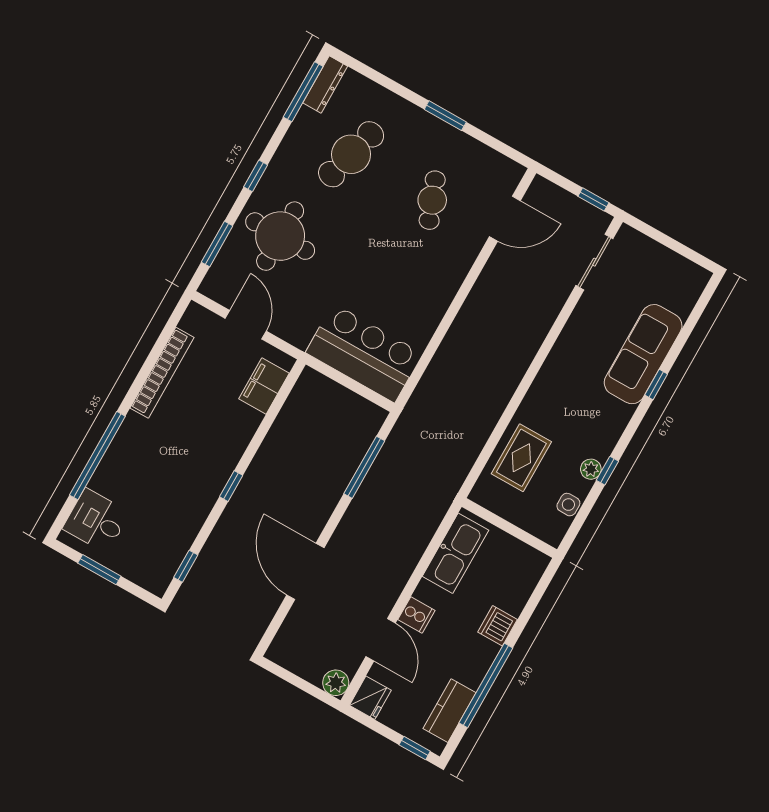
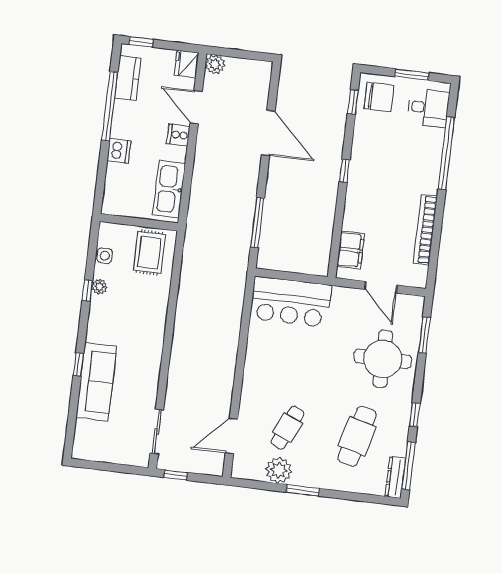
plant: (465, 153) -> (279, 470), added
window: (256, 176) -> (415, 415), moved
cafe table: (432, 200) -> (287, 428), turned 45
rug: (521, 458) -> (149, 252), moved
chair: (151, 559) -> (379, 97), added

